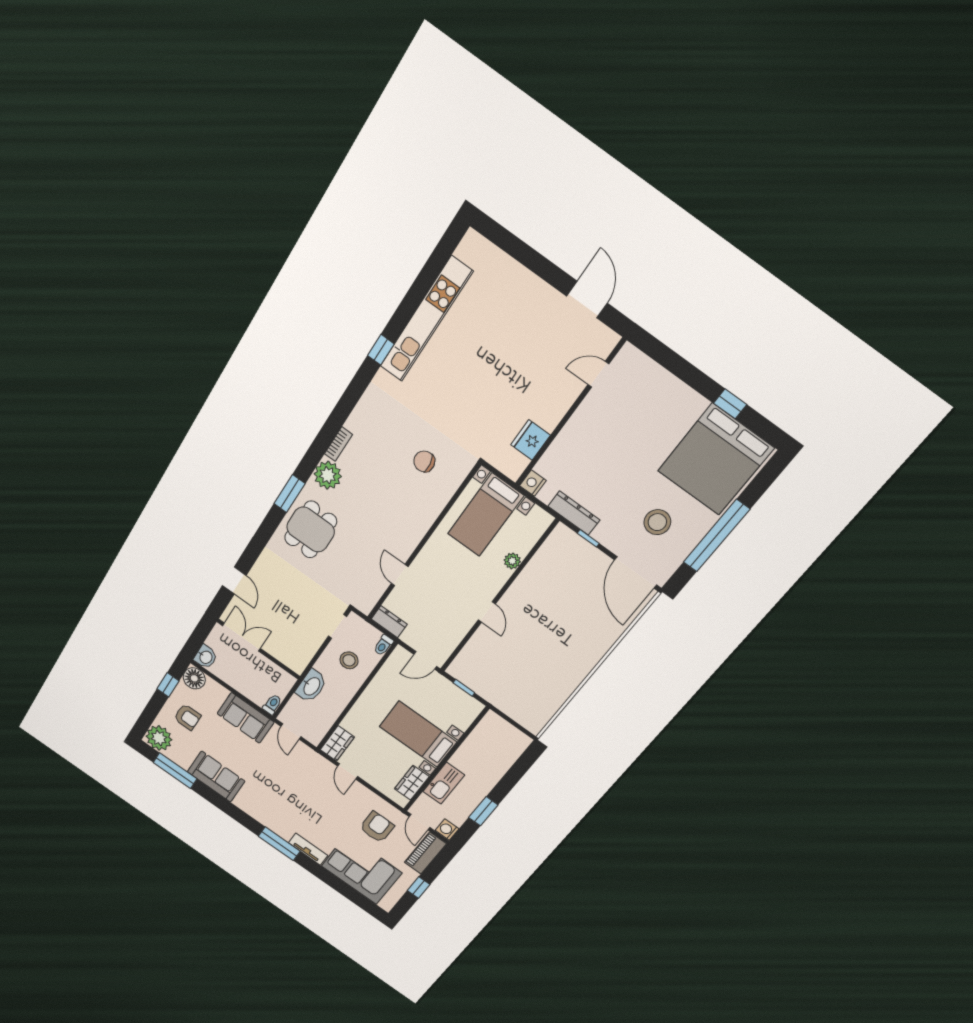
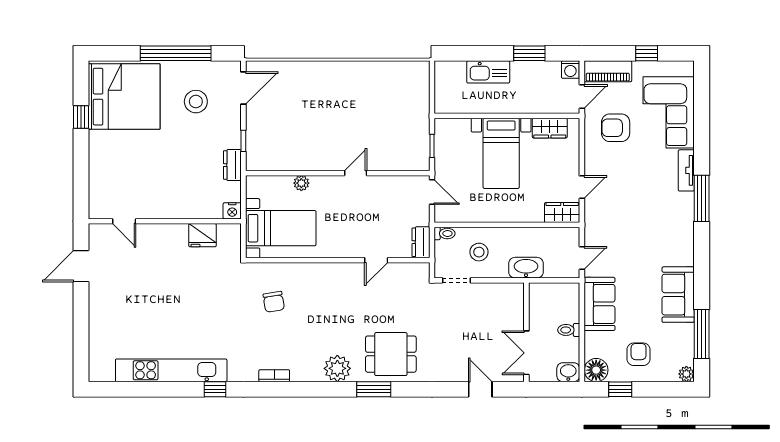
bookcase: (338, 444) -> (274, 376), moved
dresser: (574, 513) -> (232, 165), width x0.70
door: (636, 572) -> (243, 88), width x0.73
door: (234, 580) -> (480, 389), hinge flipped
toilet: (272, 704) -> (569, 330), moved
plant: (159, 738) -> (686, 374), width x0.53, depth x0.53
kitchen sink: (444, 783) -> (488, 72), moved, turned 180

